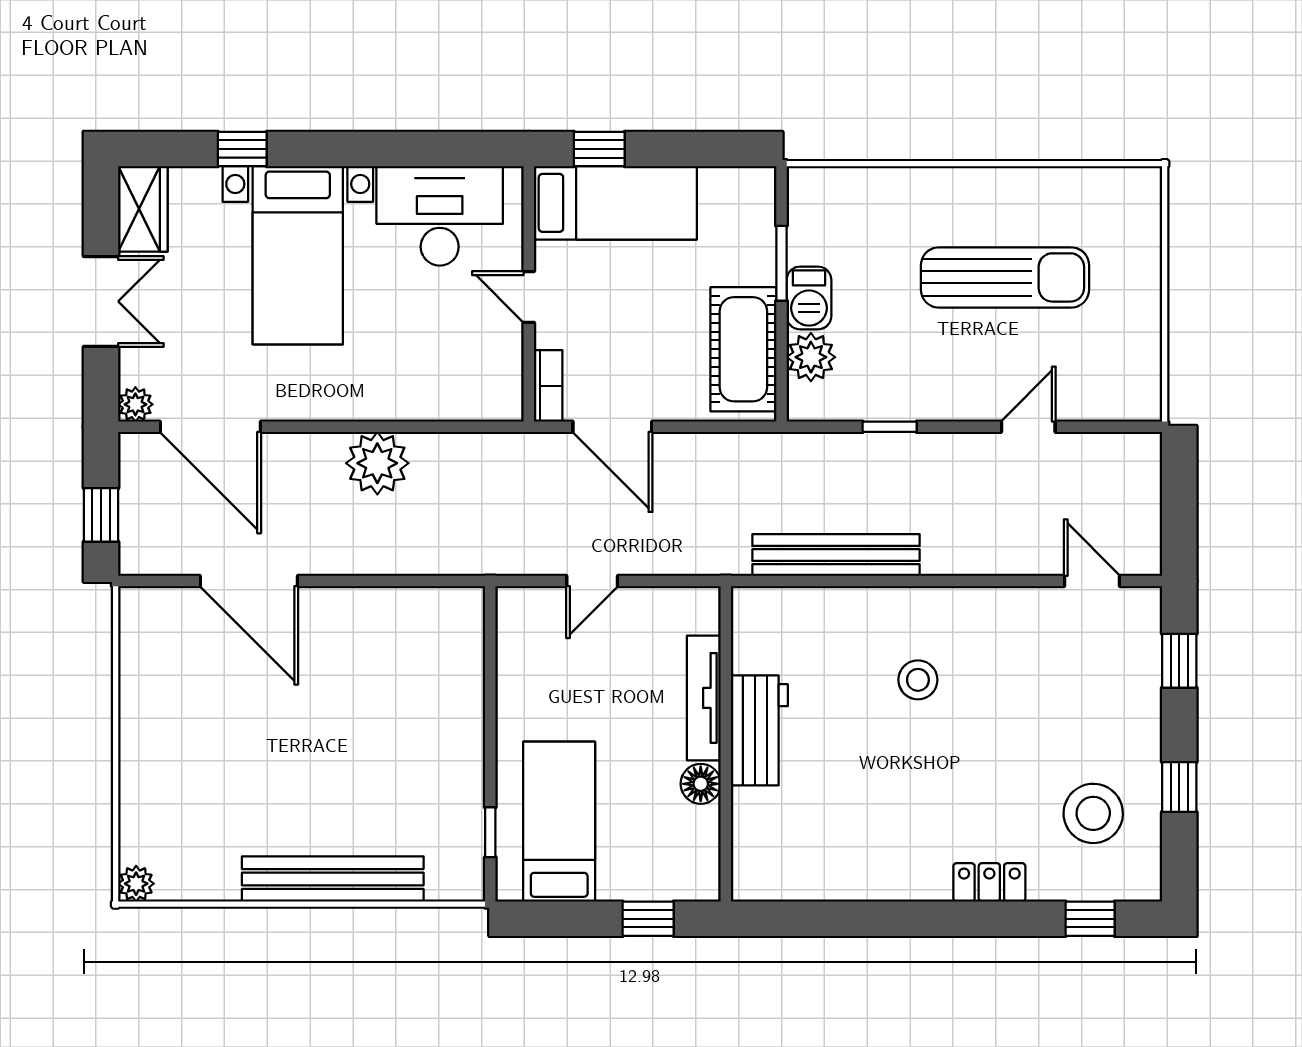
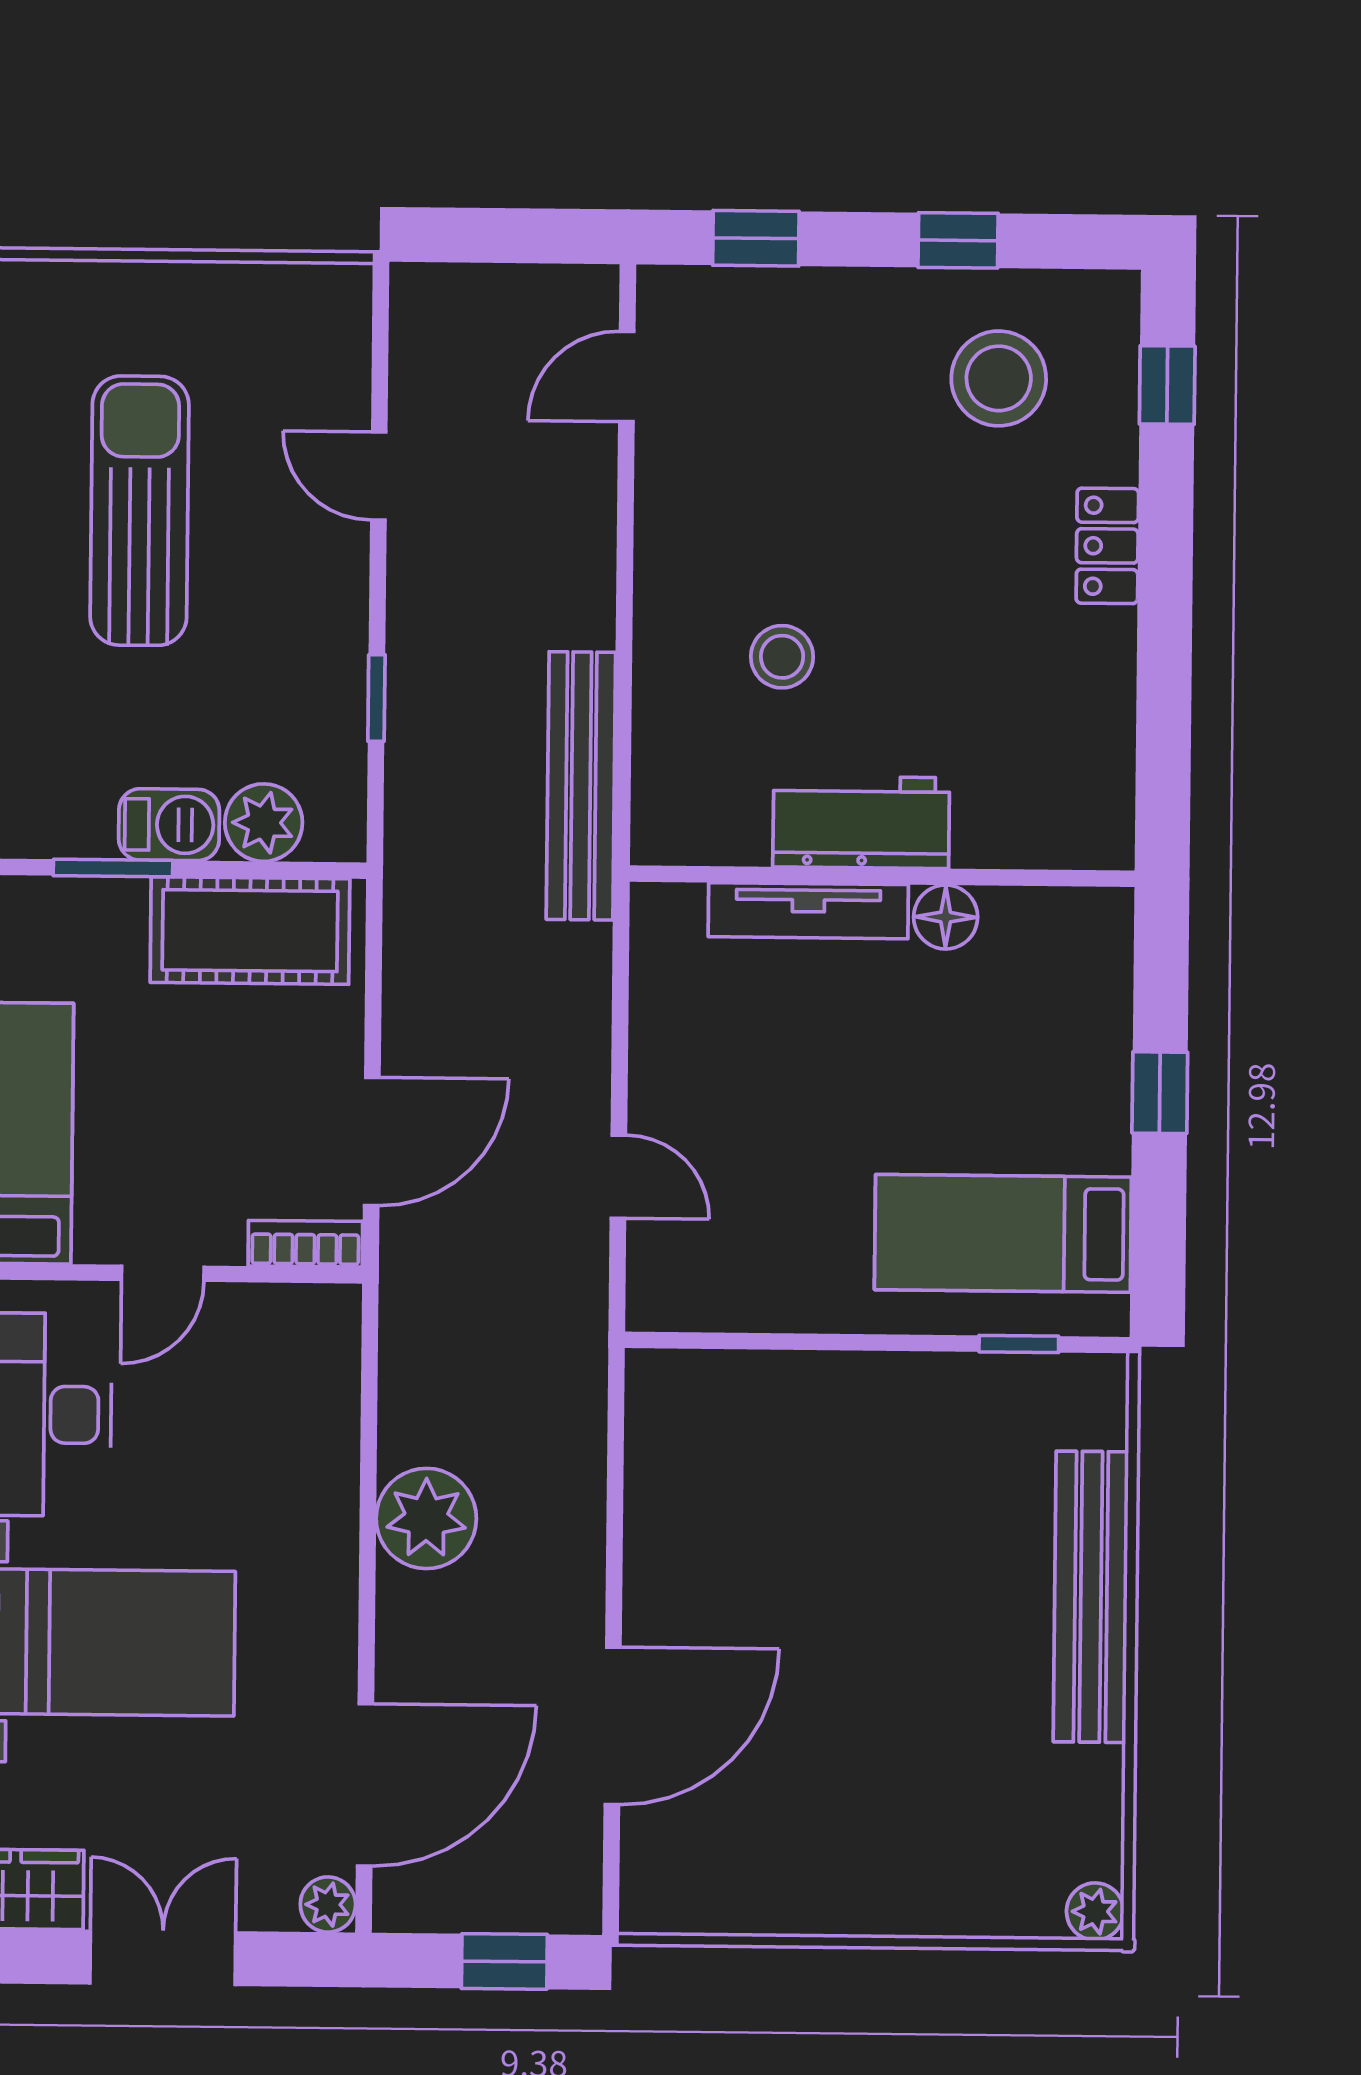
tv unit: (704, 698) -> (808, 911), moved
workbench: (759, 730) -> (861, 822), moved
wall: (726, 744) -> (882, 876), moved
floor lamp: (701, 784) -> (946, 917), moved

